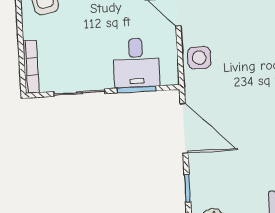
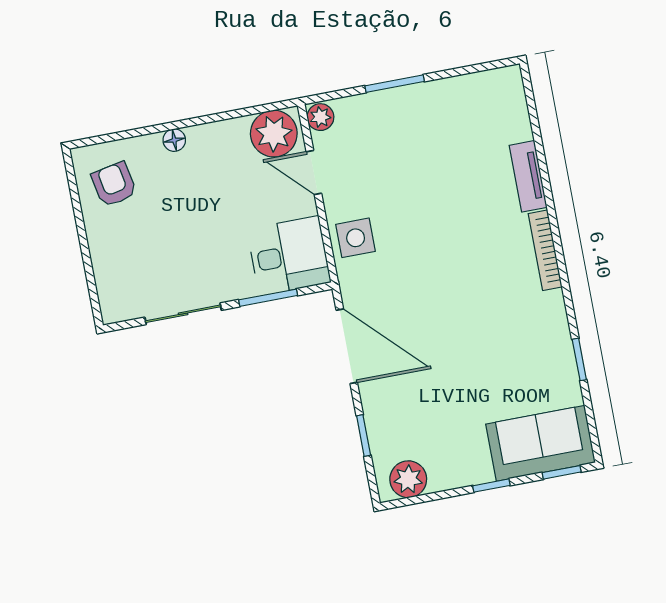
desk: (136, 63) -> (289, 256), moved, turned -90
bookcase: (31, 67) -> (105, 284), removed

